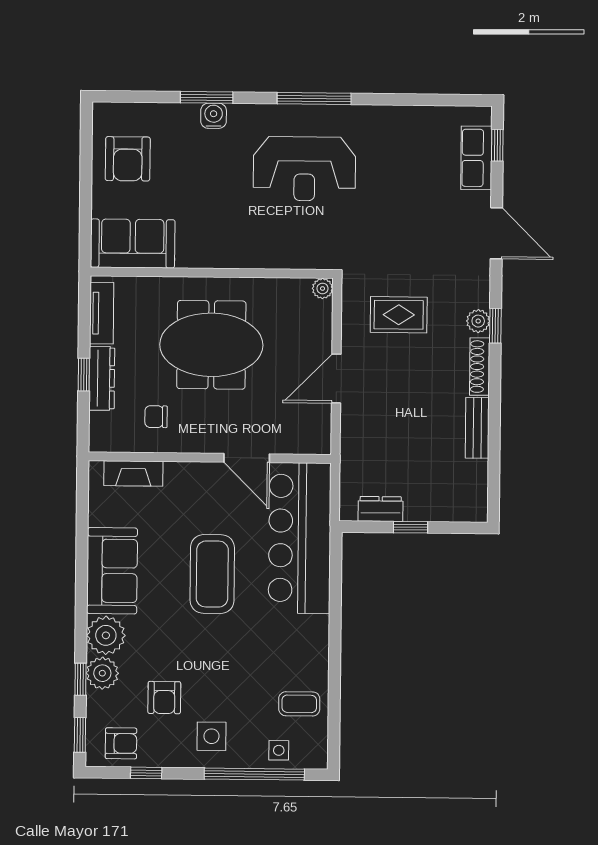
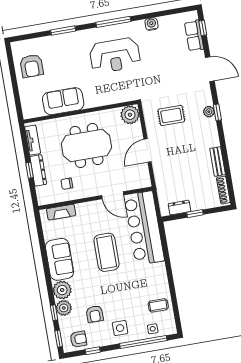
water cooler: (214, 116) -> (151, 24), moved
sofa: (133, 243) -> (63, 101), moved
plant: (323, 288) -> (130, 115), width x1.87, depth x1.87
shoe rack: (480, 367) -> (223, 190), moved

